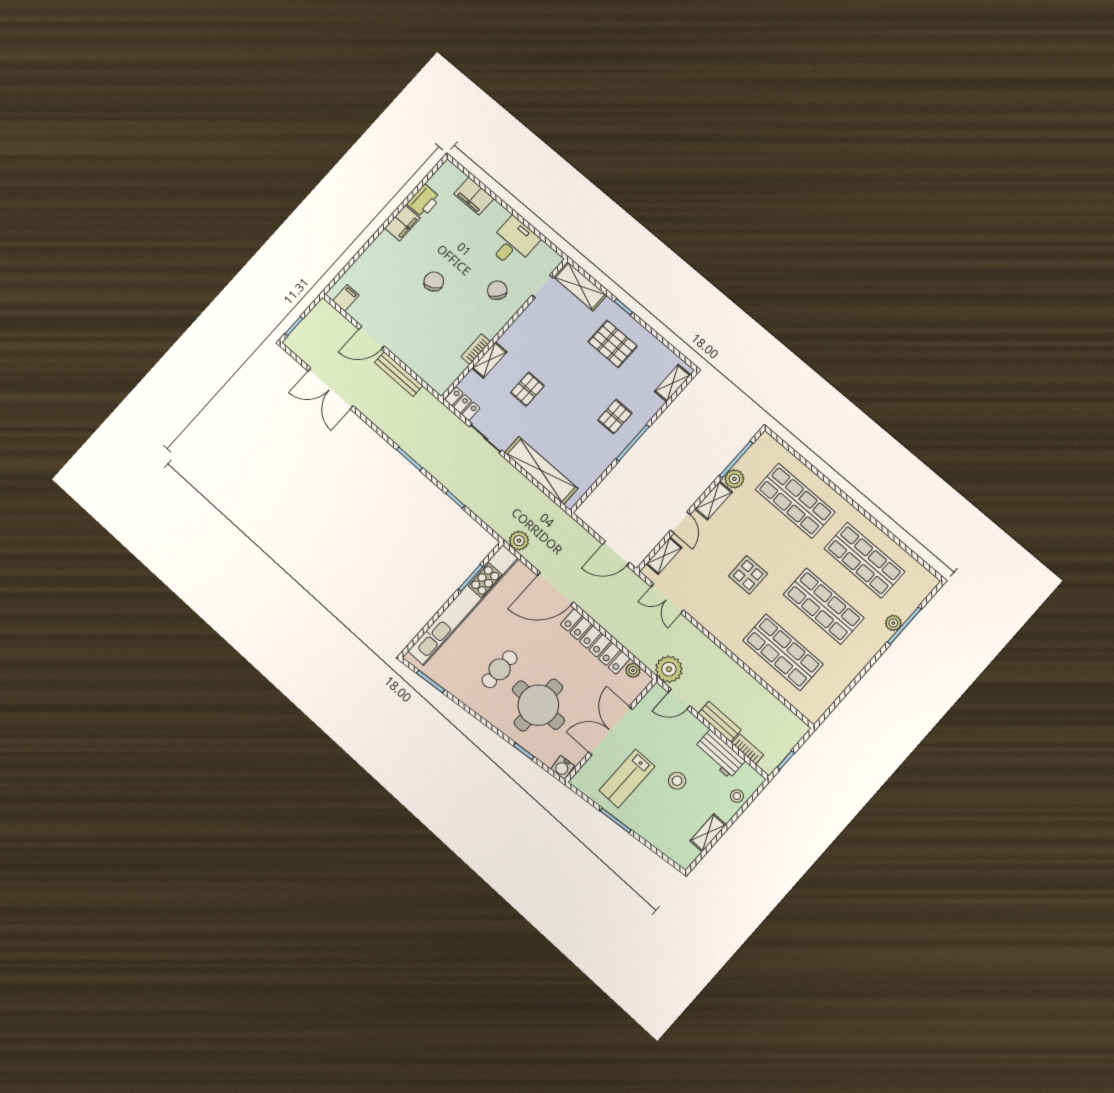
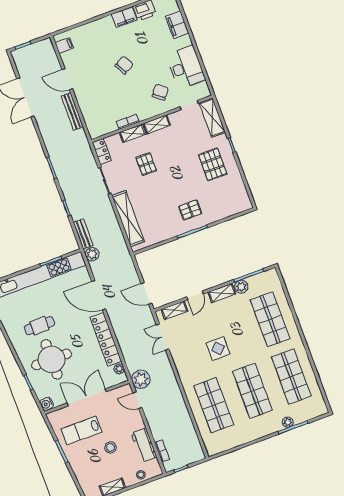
desk: (513, 242) -> (186, 67), width x1.37
shelving: (672, 383) -> (157, 124), moved
pallet: (527, 389) -> (146, 164), turned 90
bench: (720, 722) -> (83, 234), moved

